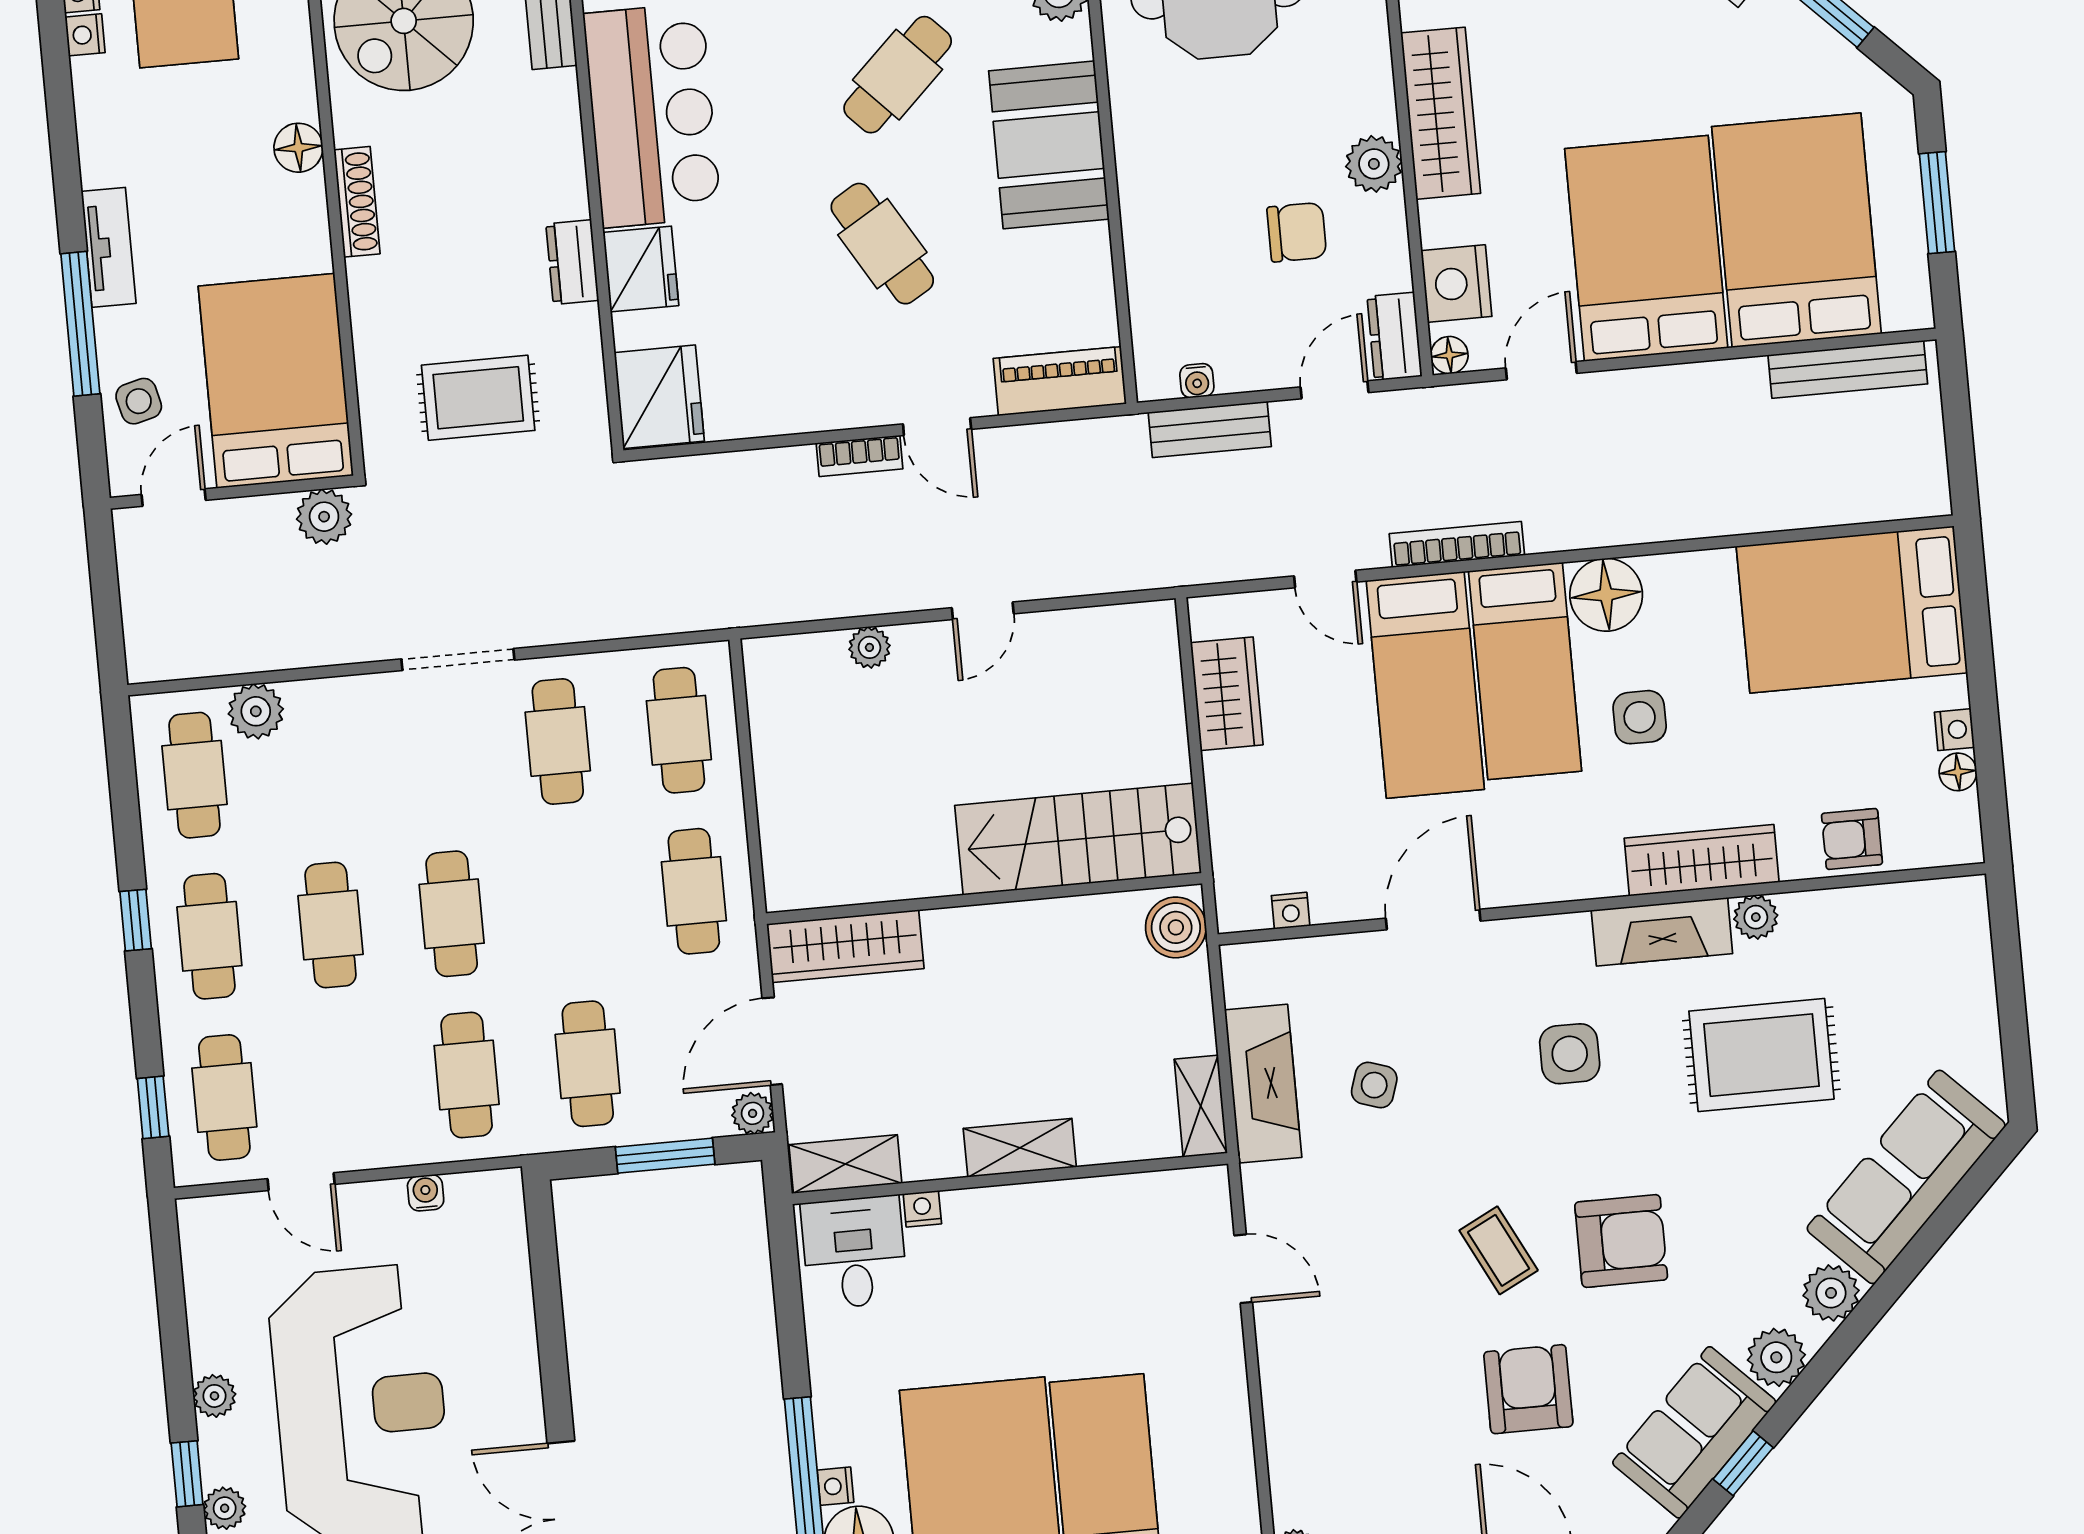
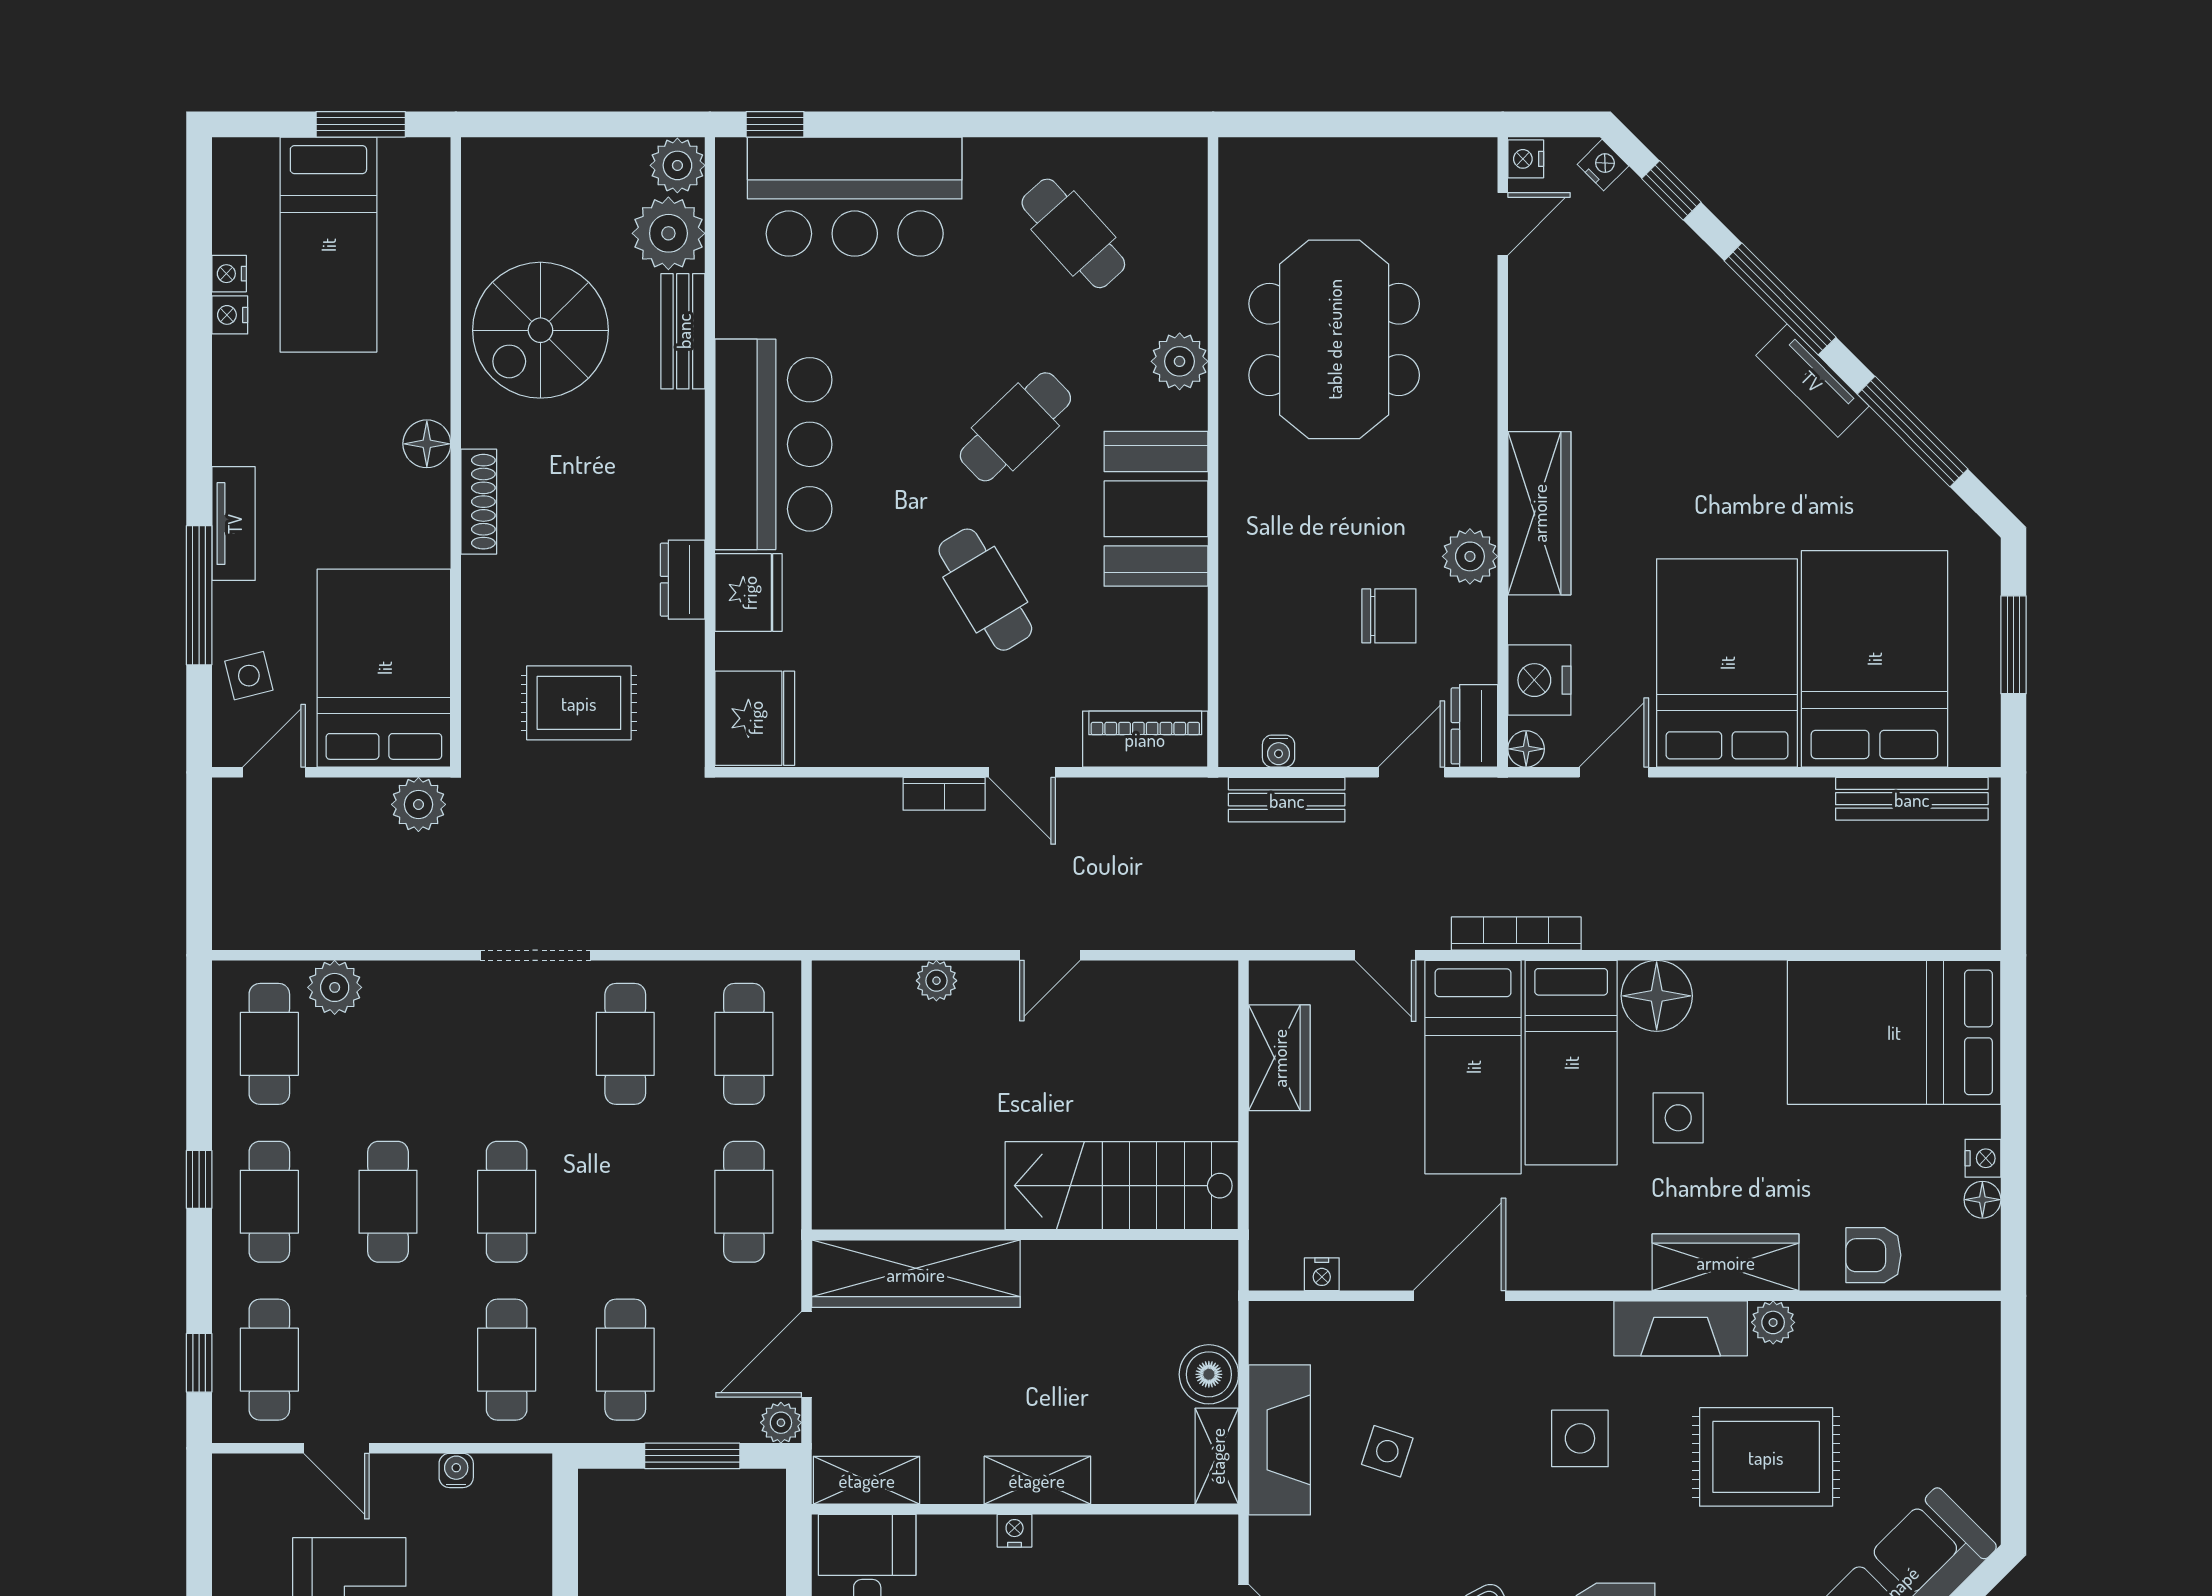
boiler: (1176, 927) -> (1209, 1374), moved
wardrobe: (845, 946) -> (916, 1274), width x1.40, depth x1.17
nightstand: (922, 1209) -> (1015, 1531), moved

